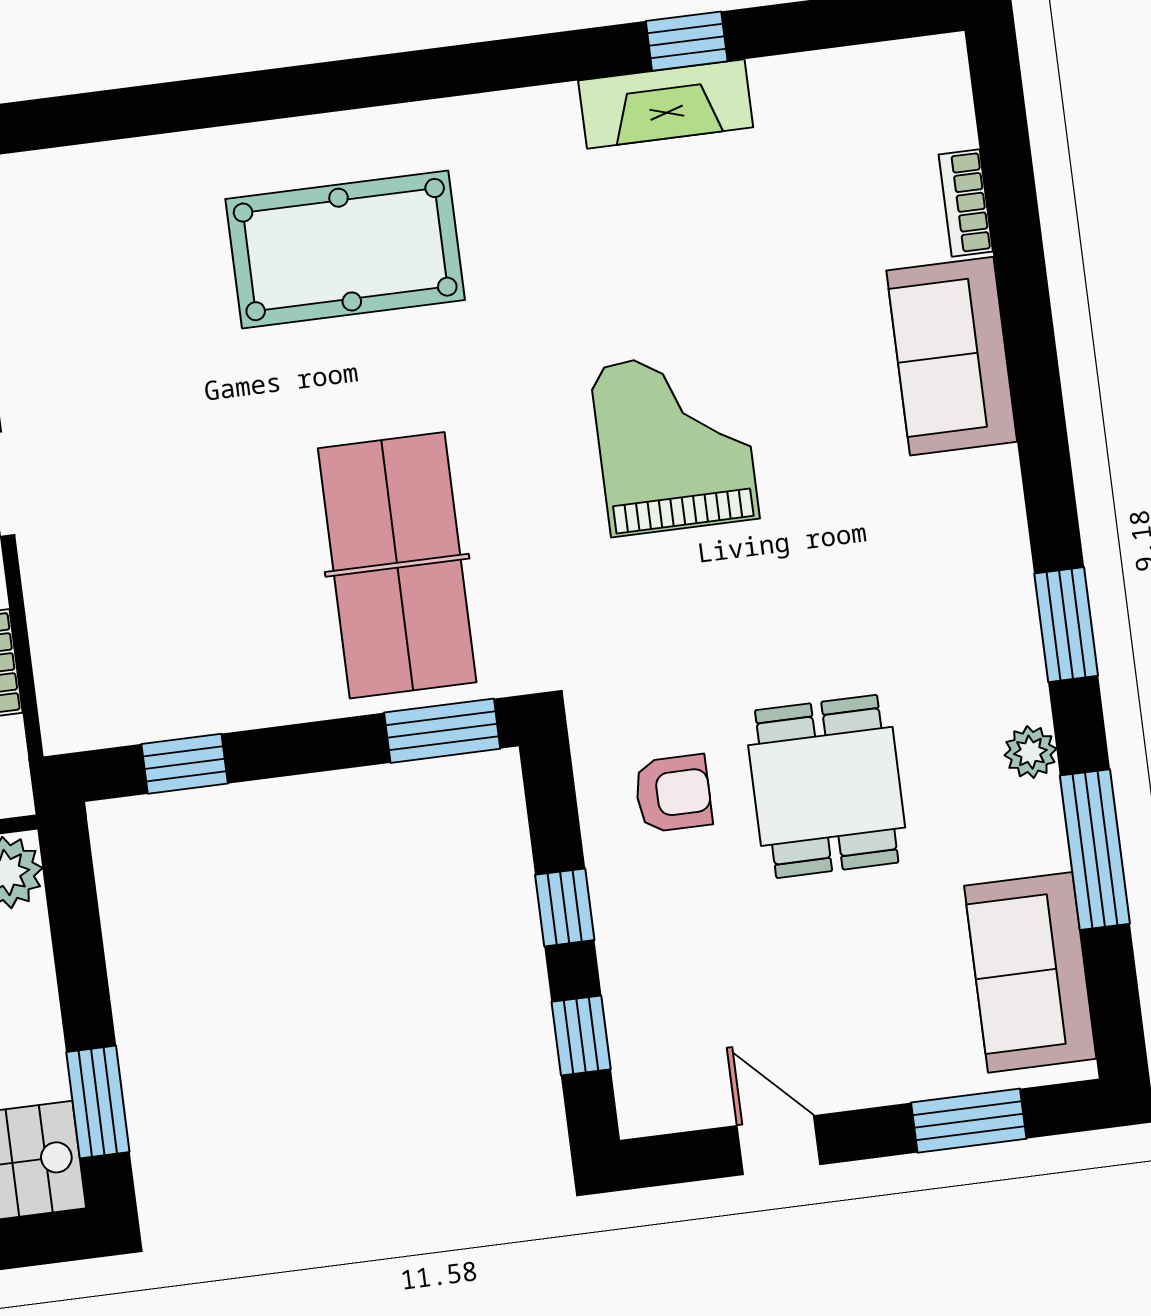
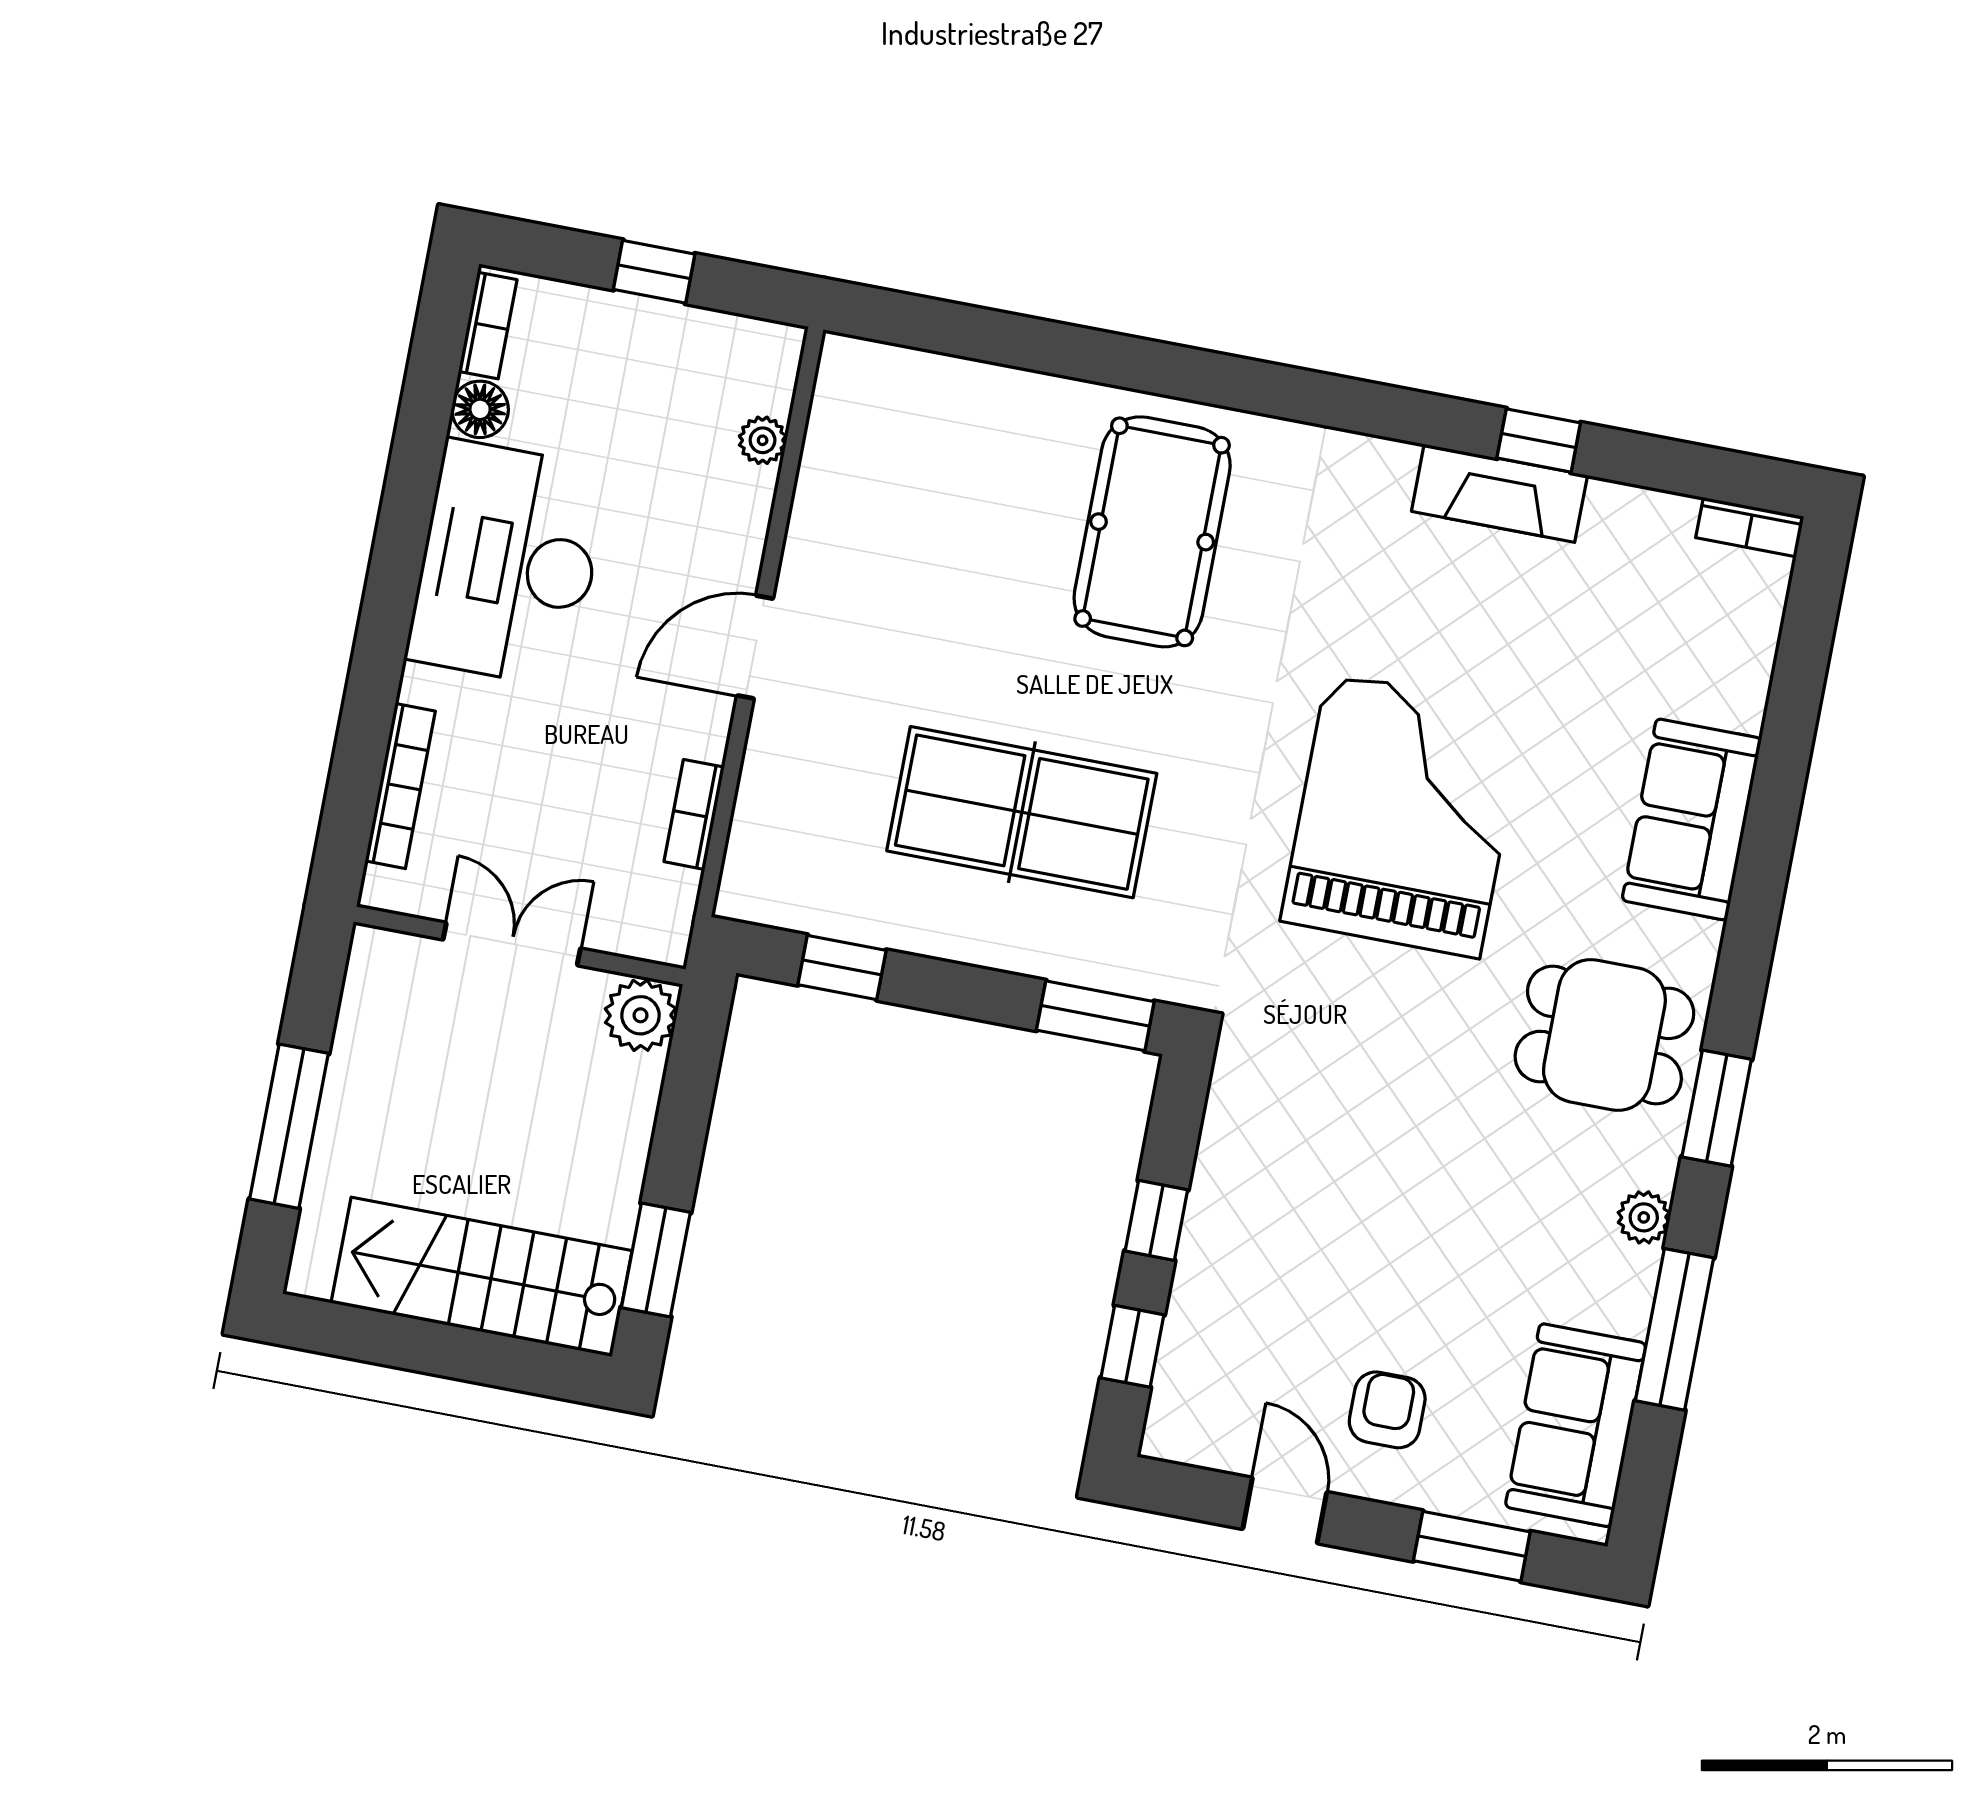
bookcase: (966, 203) -> (1750, 527), moved, turned -90
pool table: (345, 250) -> (1152, 532), turned 90
grand piano: (674, 442) -> (1403, 815), width x1.37, depth x1.48
table tennis table: (397, 565) -> (1022, 812), moved, turned 90
dining table: (827, 786) -> (1604, 1035), moved, turned 90
armchair: (673, 793) -> (1387, 1410), moved, turned -90

